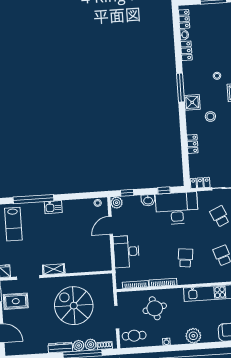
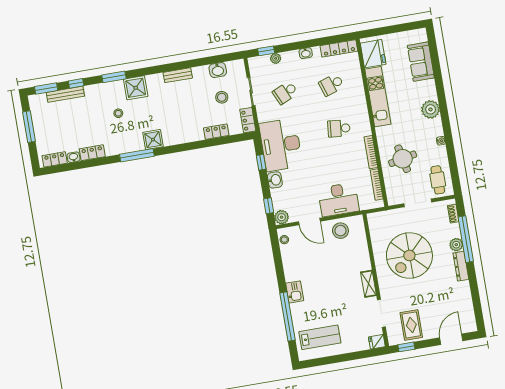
stool: (210, 116) -> (222, 97), moved
locker: (192, 144) -> (216, 132), moved
stool: (100, 250) -> (340, 231), added
plant: (91, 345) -> (454, 231), removed

